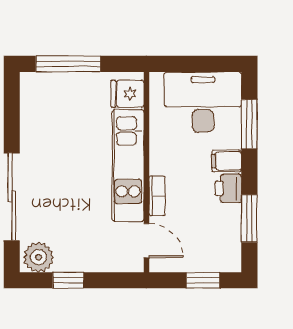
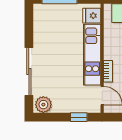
window: (68, 280) -> (79, 117), moved

